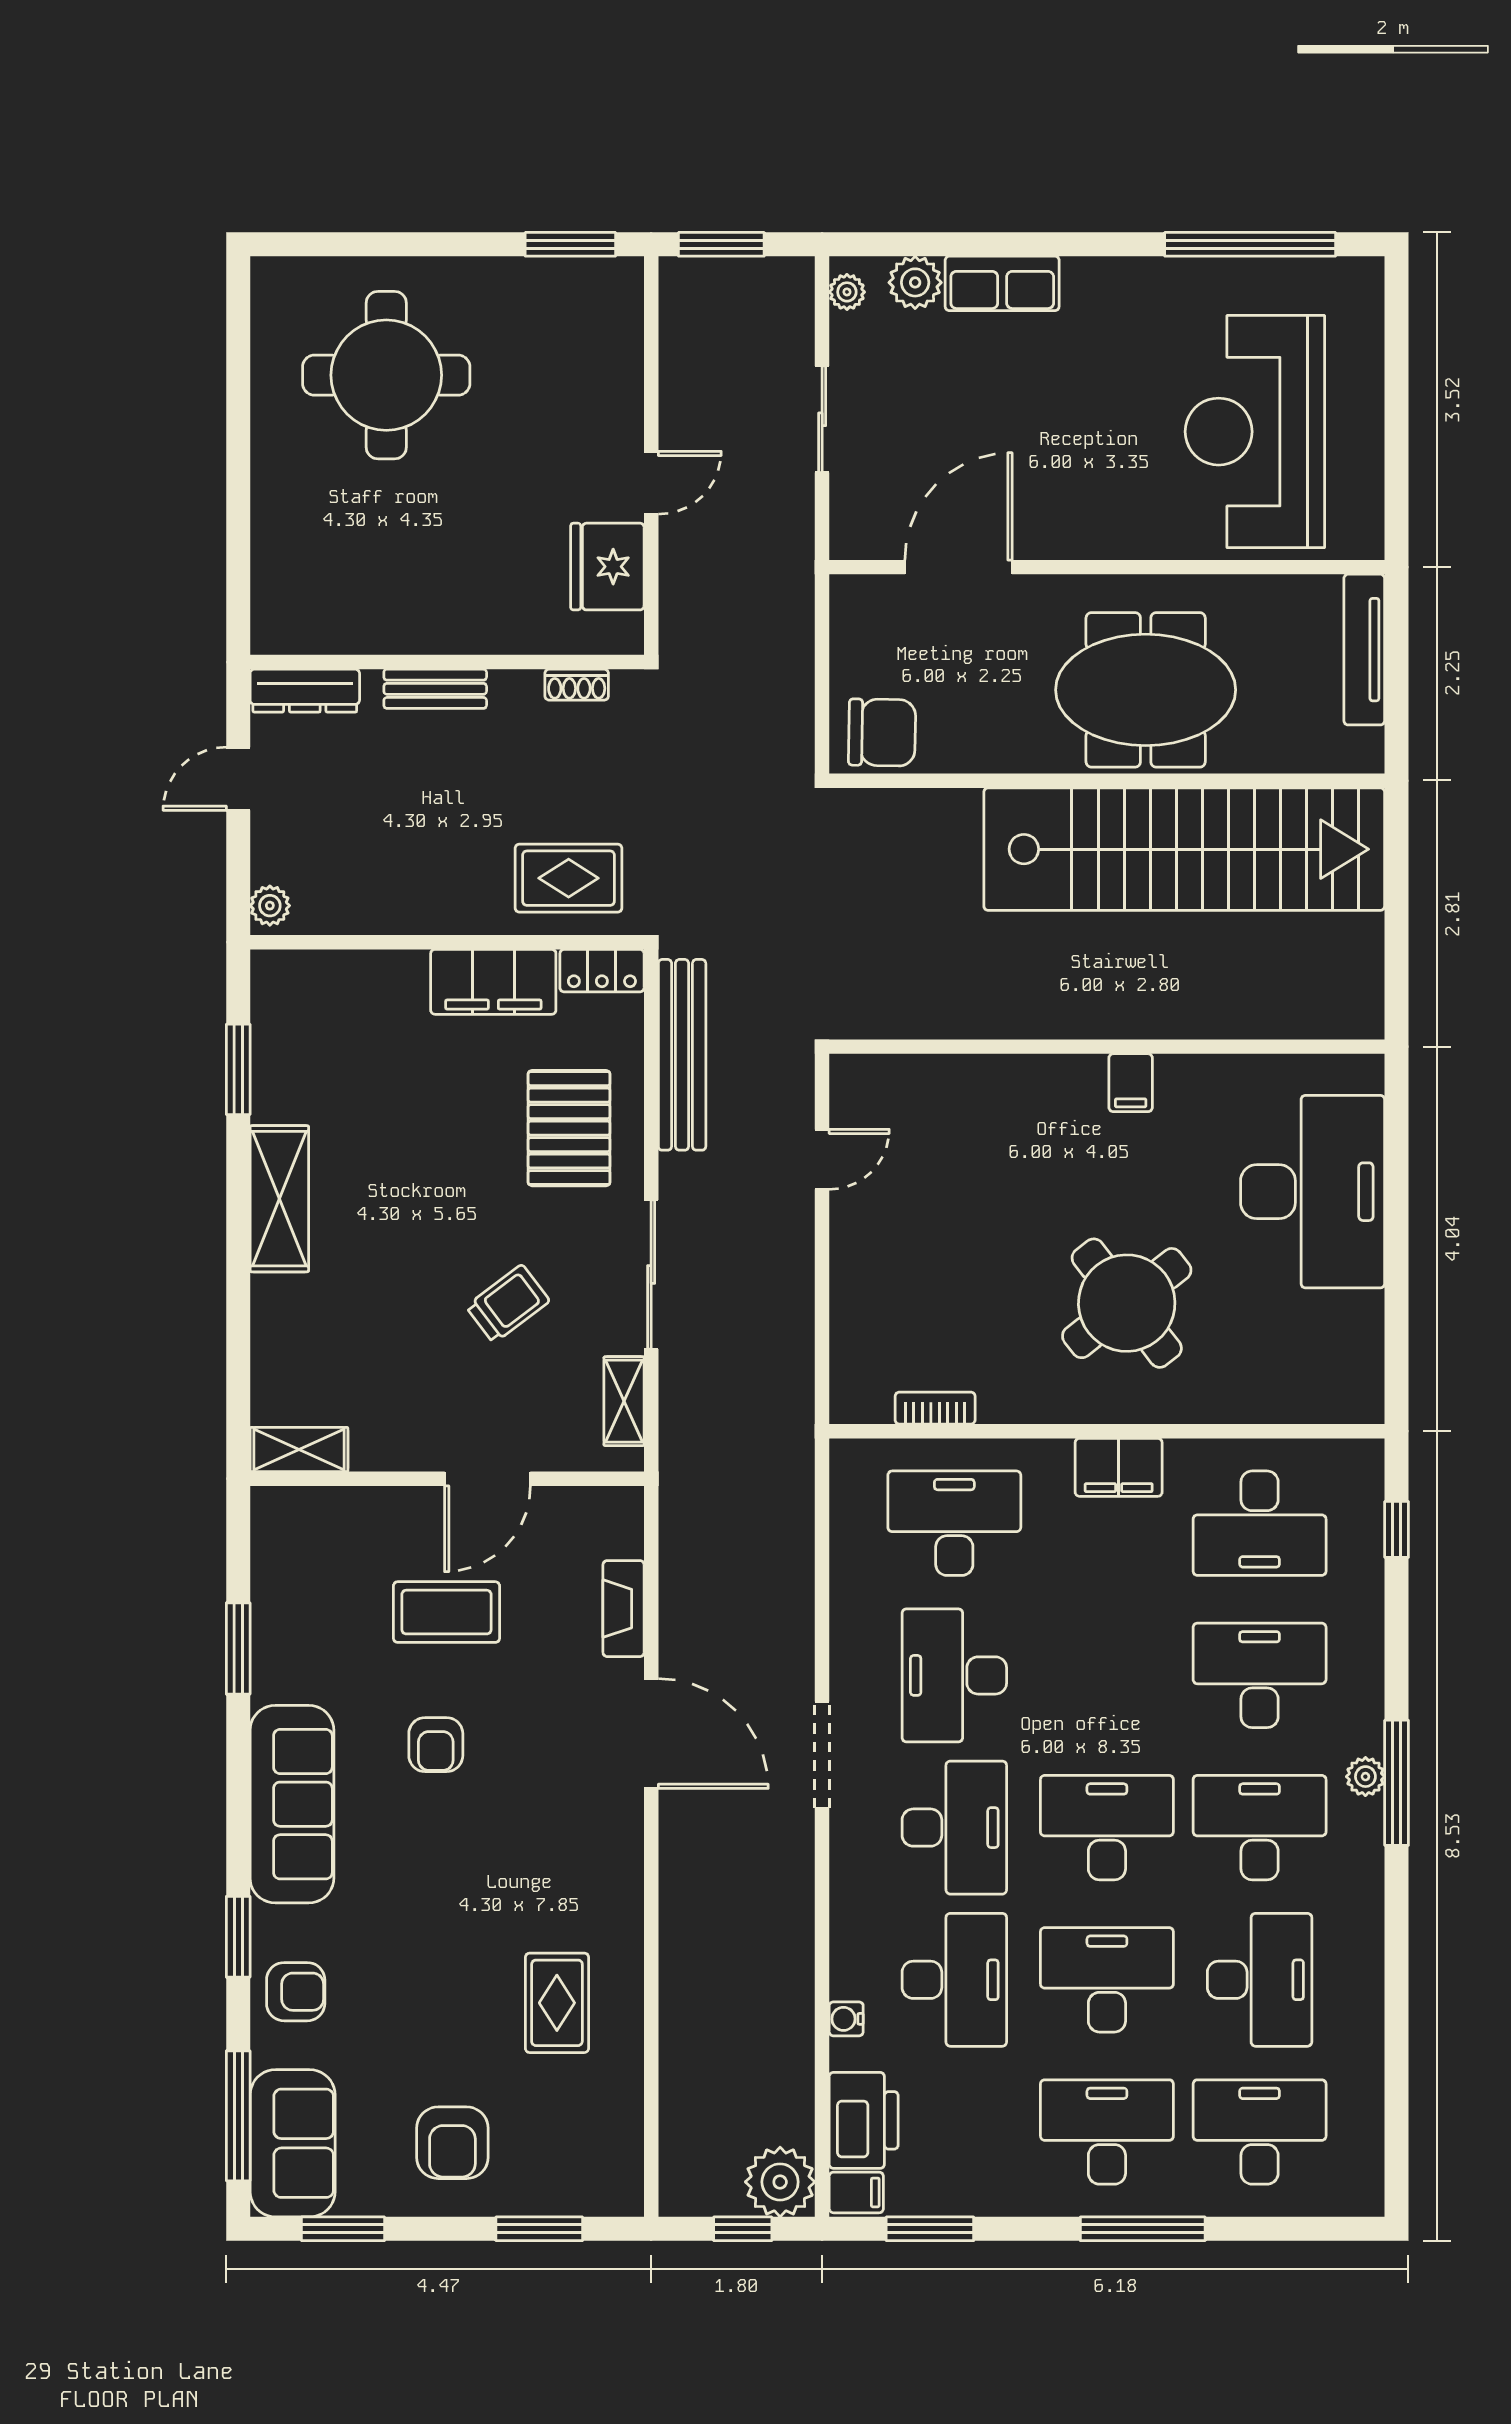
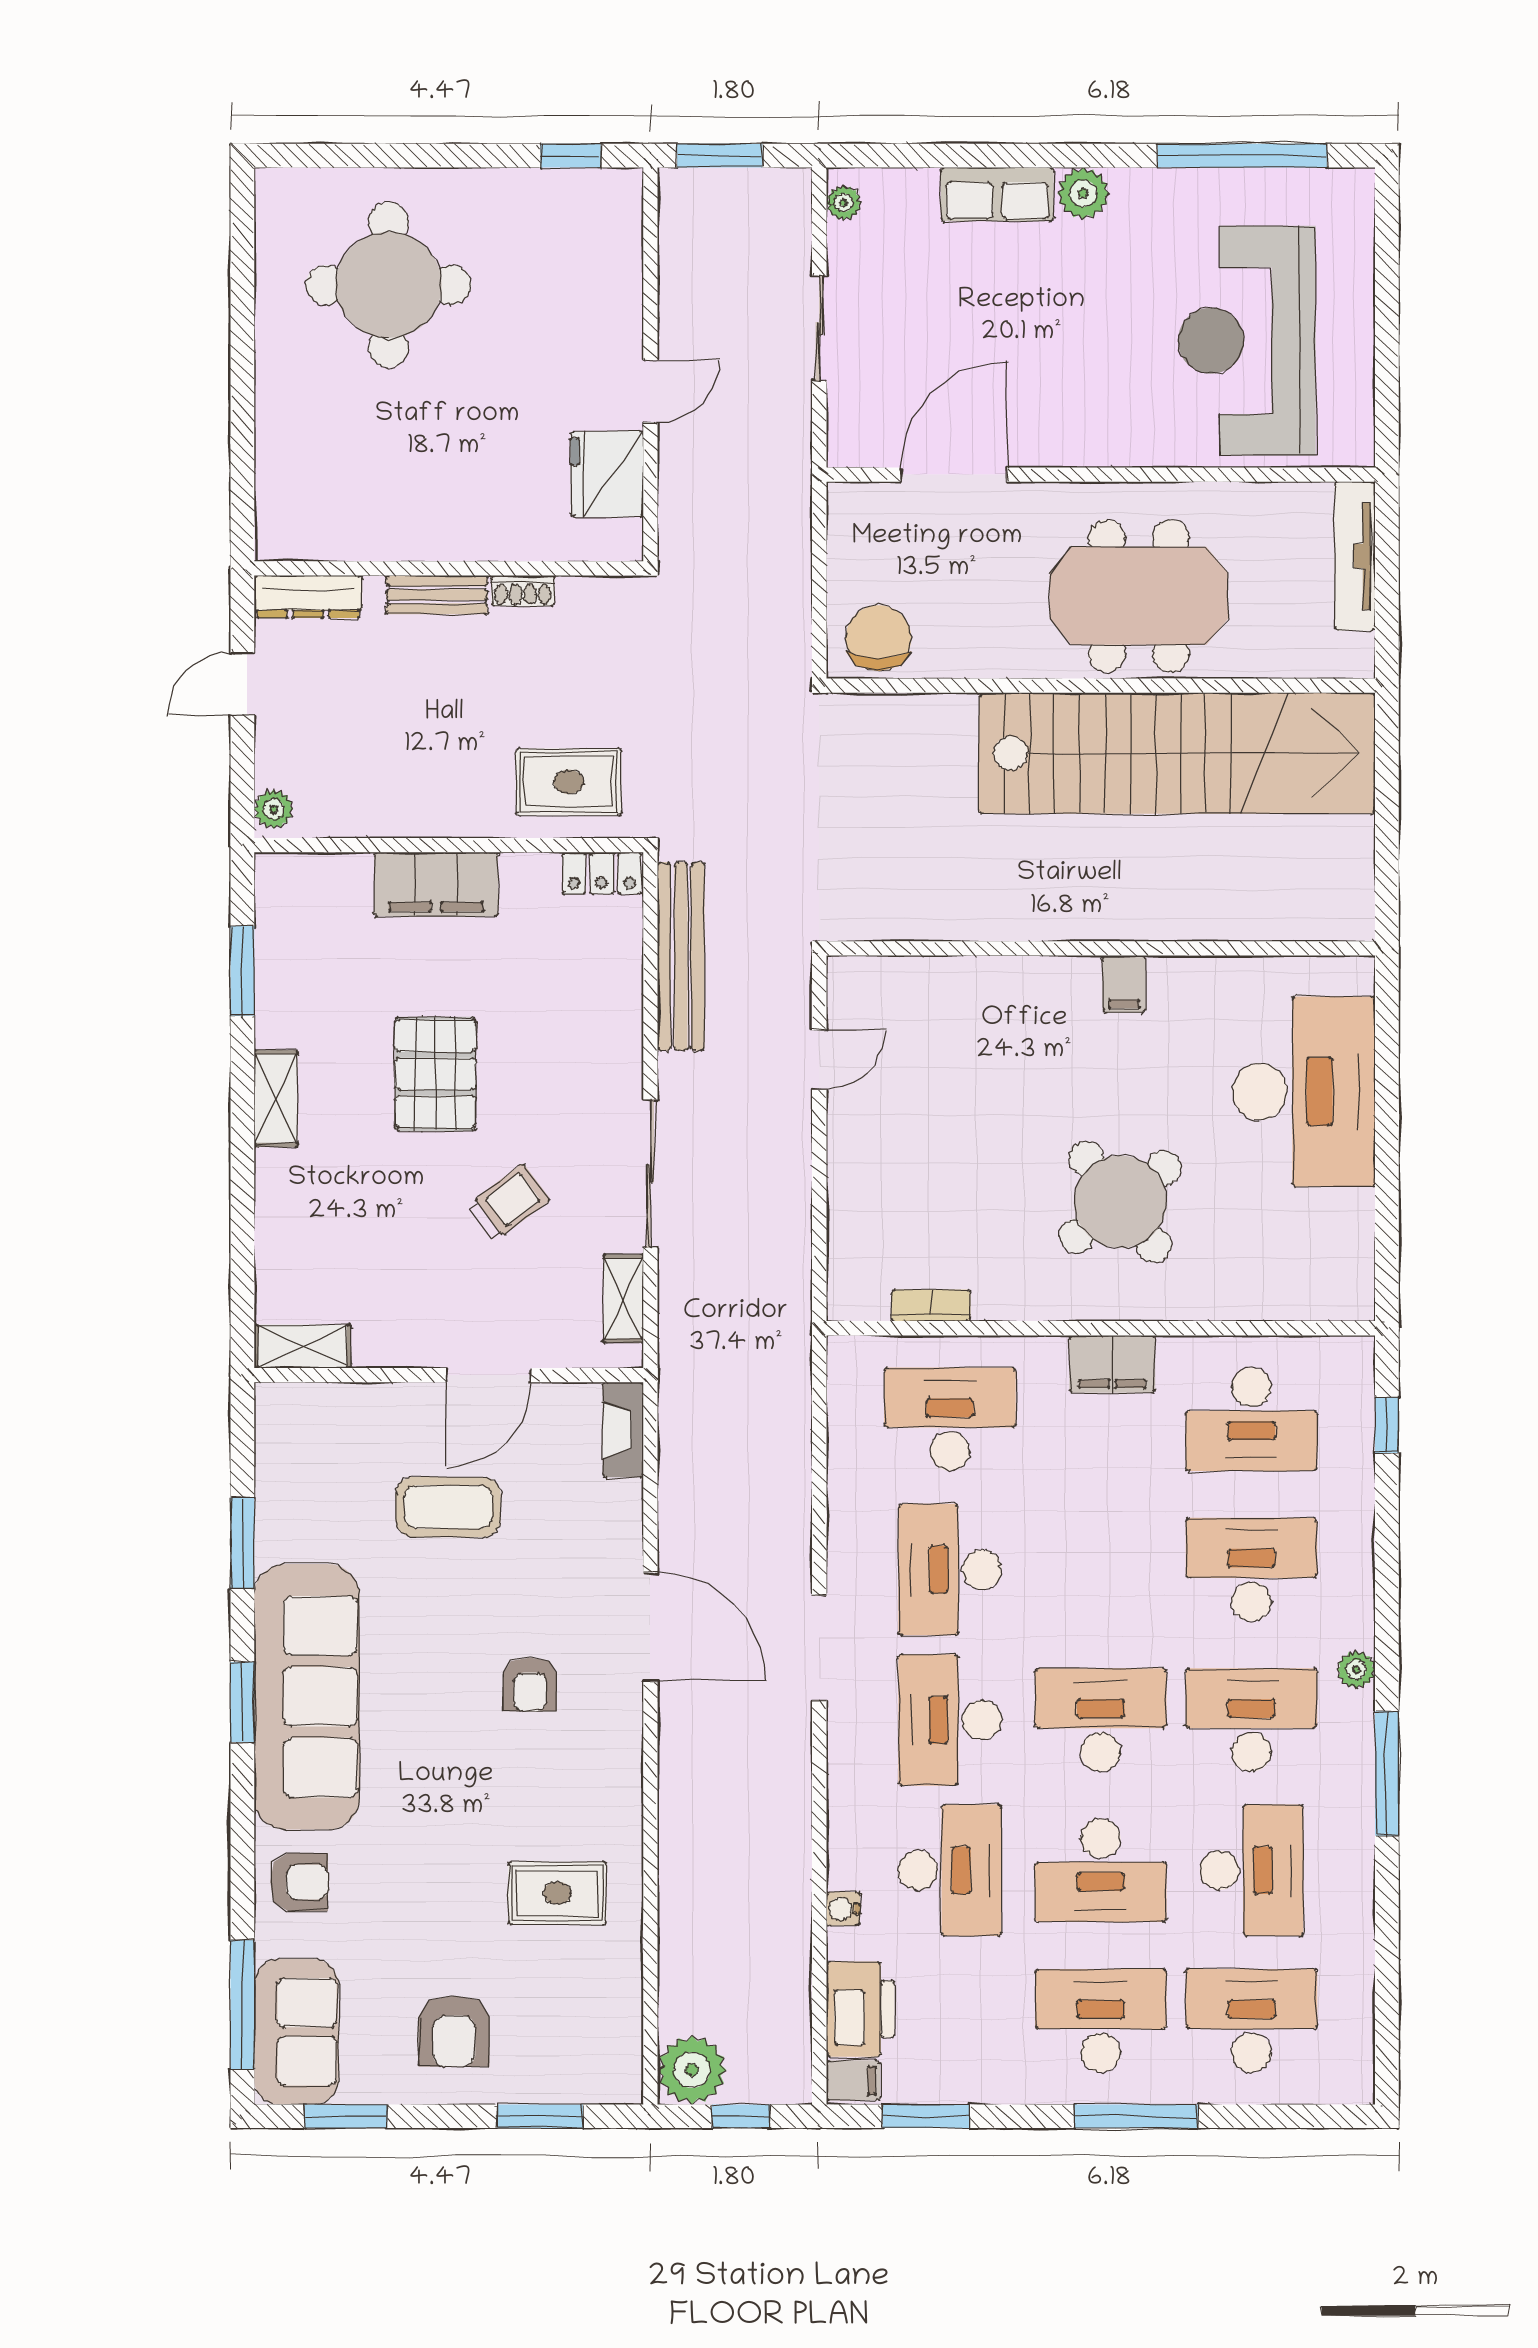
window: (570, 244) -> (571, 156), width x0.67
plant: (915, 282) -> (1083, 193), moved
shoe rack: (577, 685) -> (523, 591), moved
chair: (882, 732) -> (879, 638), turned -91
filing cabinet: (493, 982) -> (436, 884), moved
pallet: (569, 1128) -> (435, 1074), moved
shelving: (279, 1199) -> (276, 1099), width x0.67, depth x0.75
fireplace: (624, 1609) -> (623, 1430), moved
armchair: (436, 1745) -> (530, 1684), moved
window: (1397, 1783) -> (1387, 1774), moved
sofa: (292, 1804) -> (307, 1697), width x1.36, depth x1.27
desk: (954, 1828) -> (950, 1720), turned 180
window: (238, 1937) -> (242, 1702), moved
desk: (1107, 1980) -> (1101, 1870), turned 180
rug: (557, 2003) -> (557, 1893), turned 90
plant: (780, 2182) -> (692, 2070), moved

